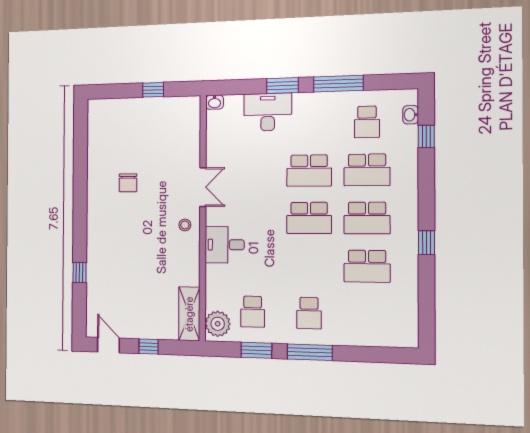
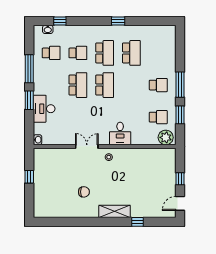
school desk: (367, 170) -> (78, 53), width x0.54
shelving: (189, 314) -> (115, 211), moved

